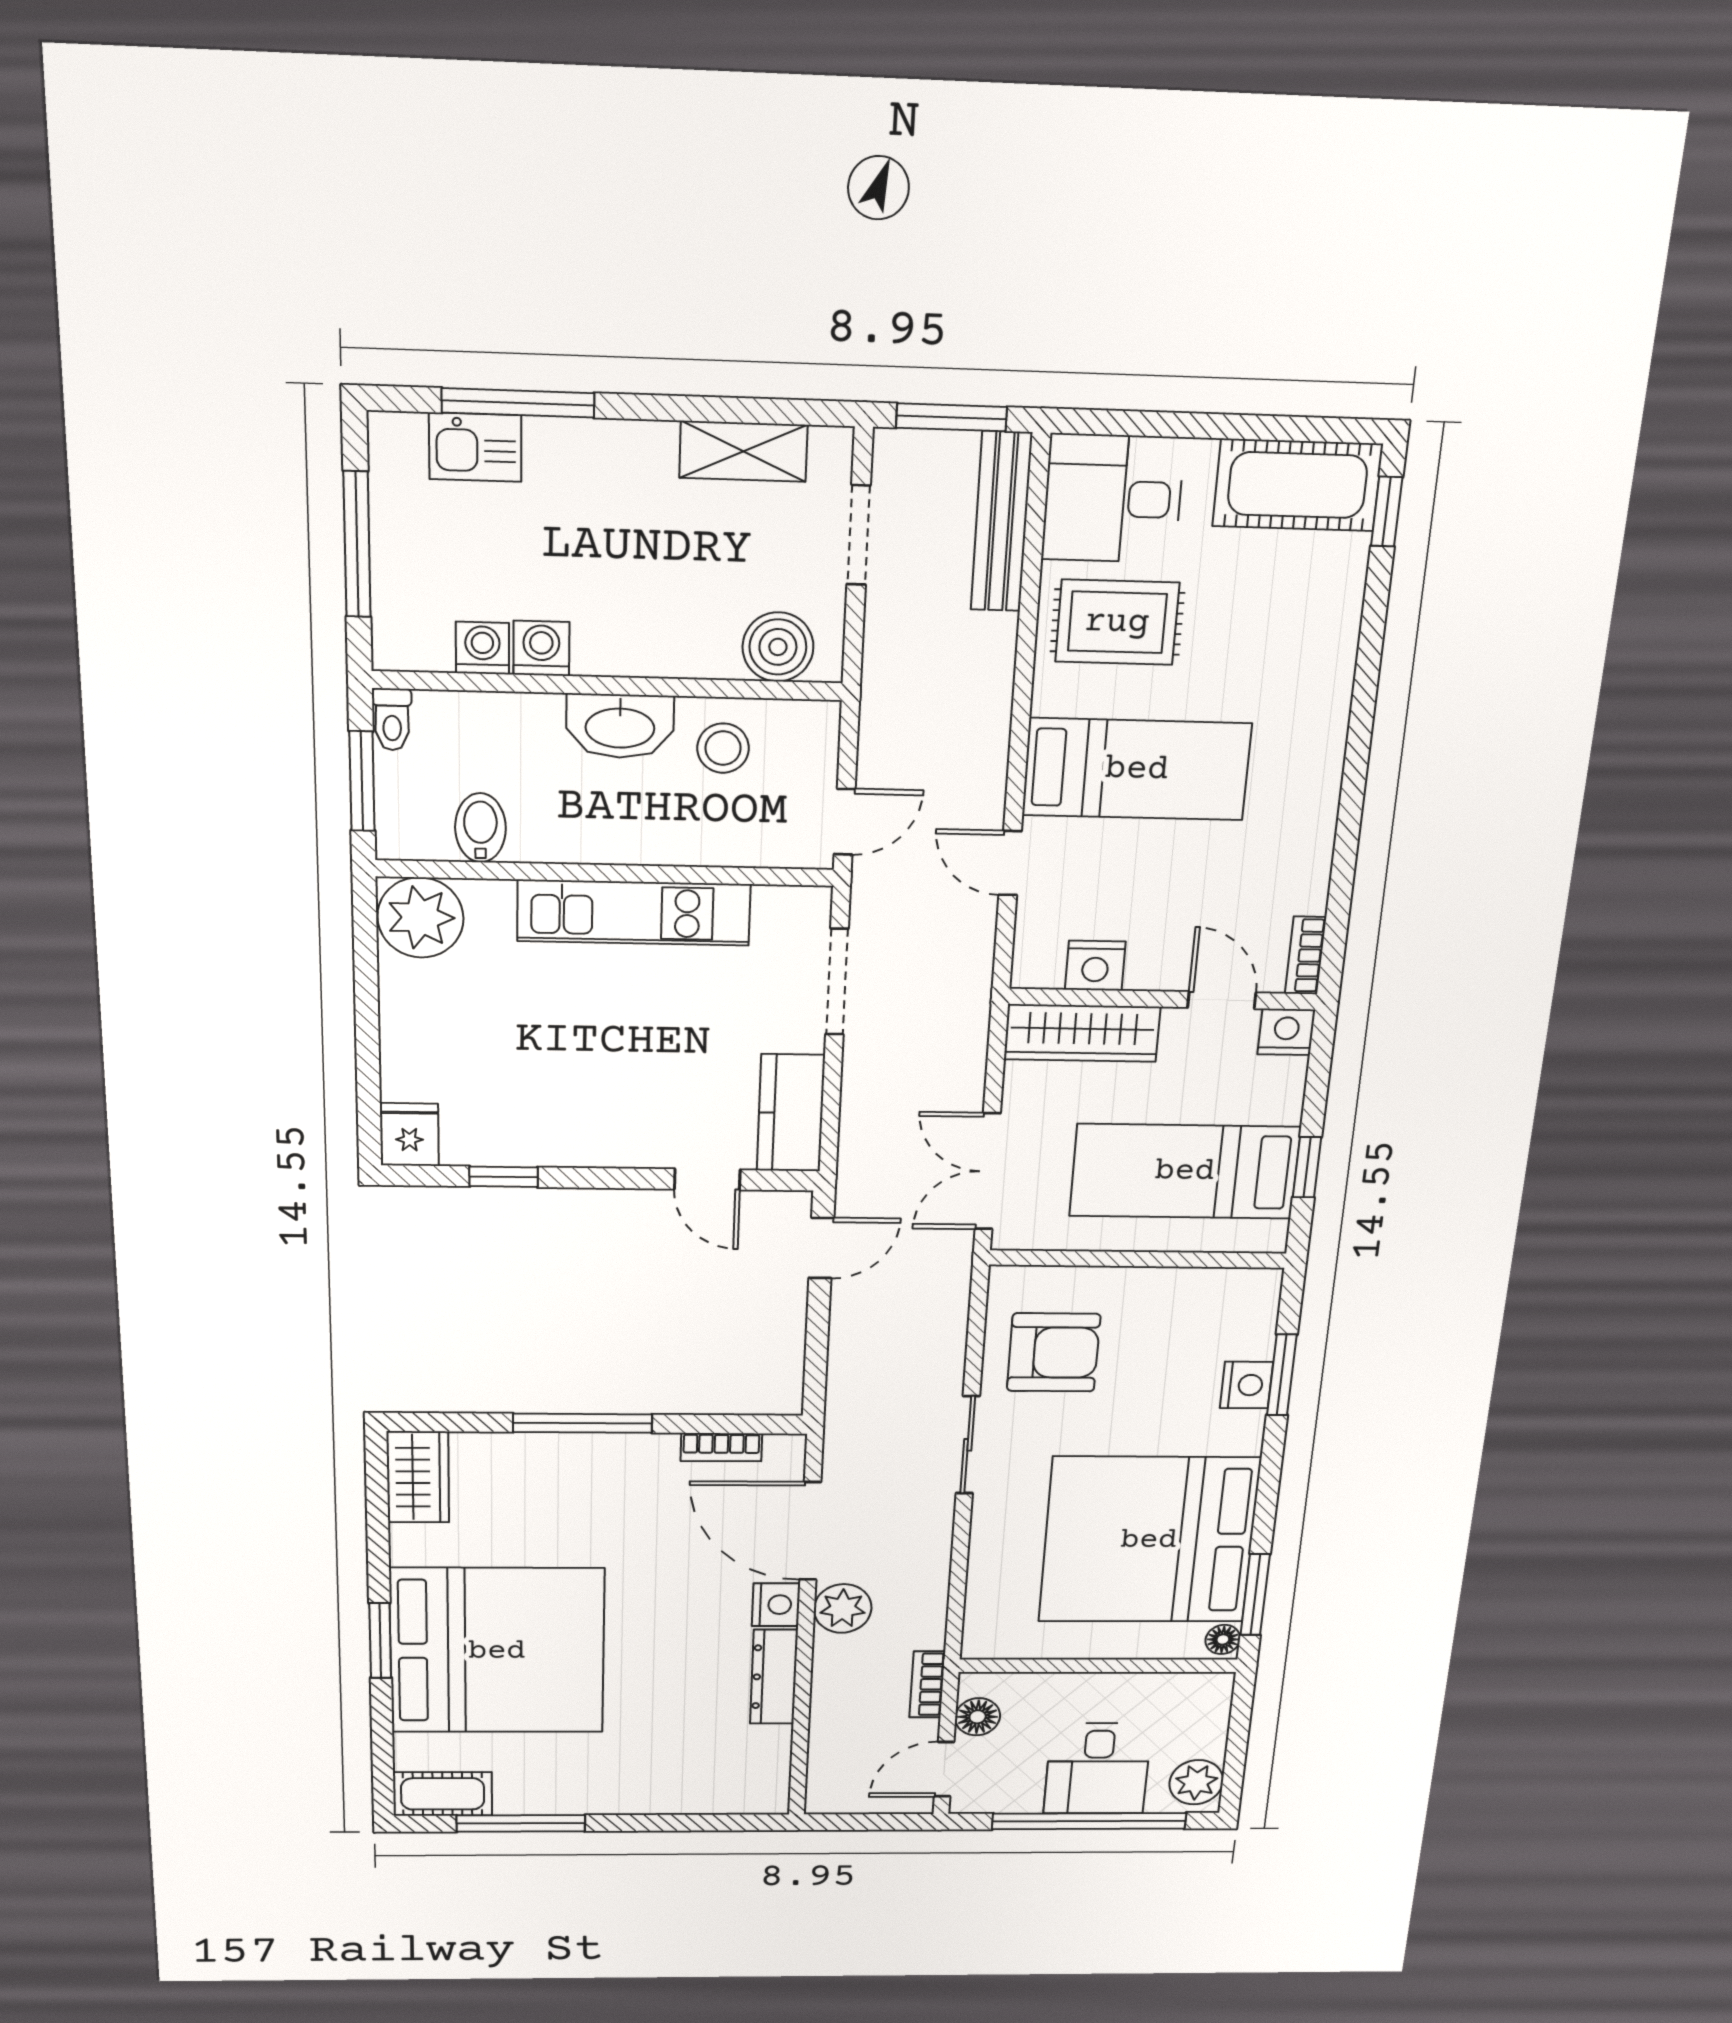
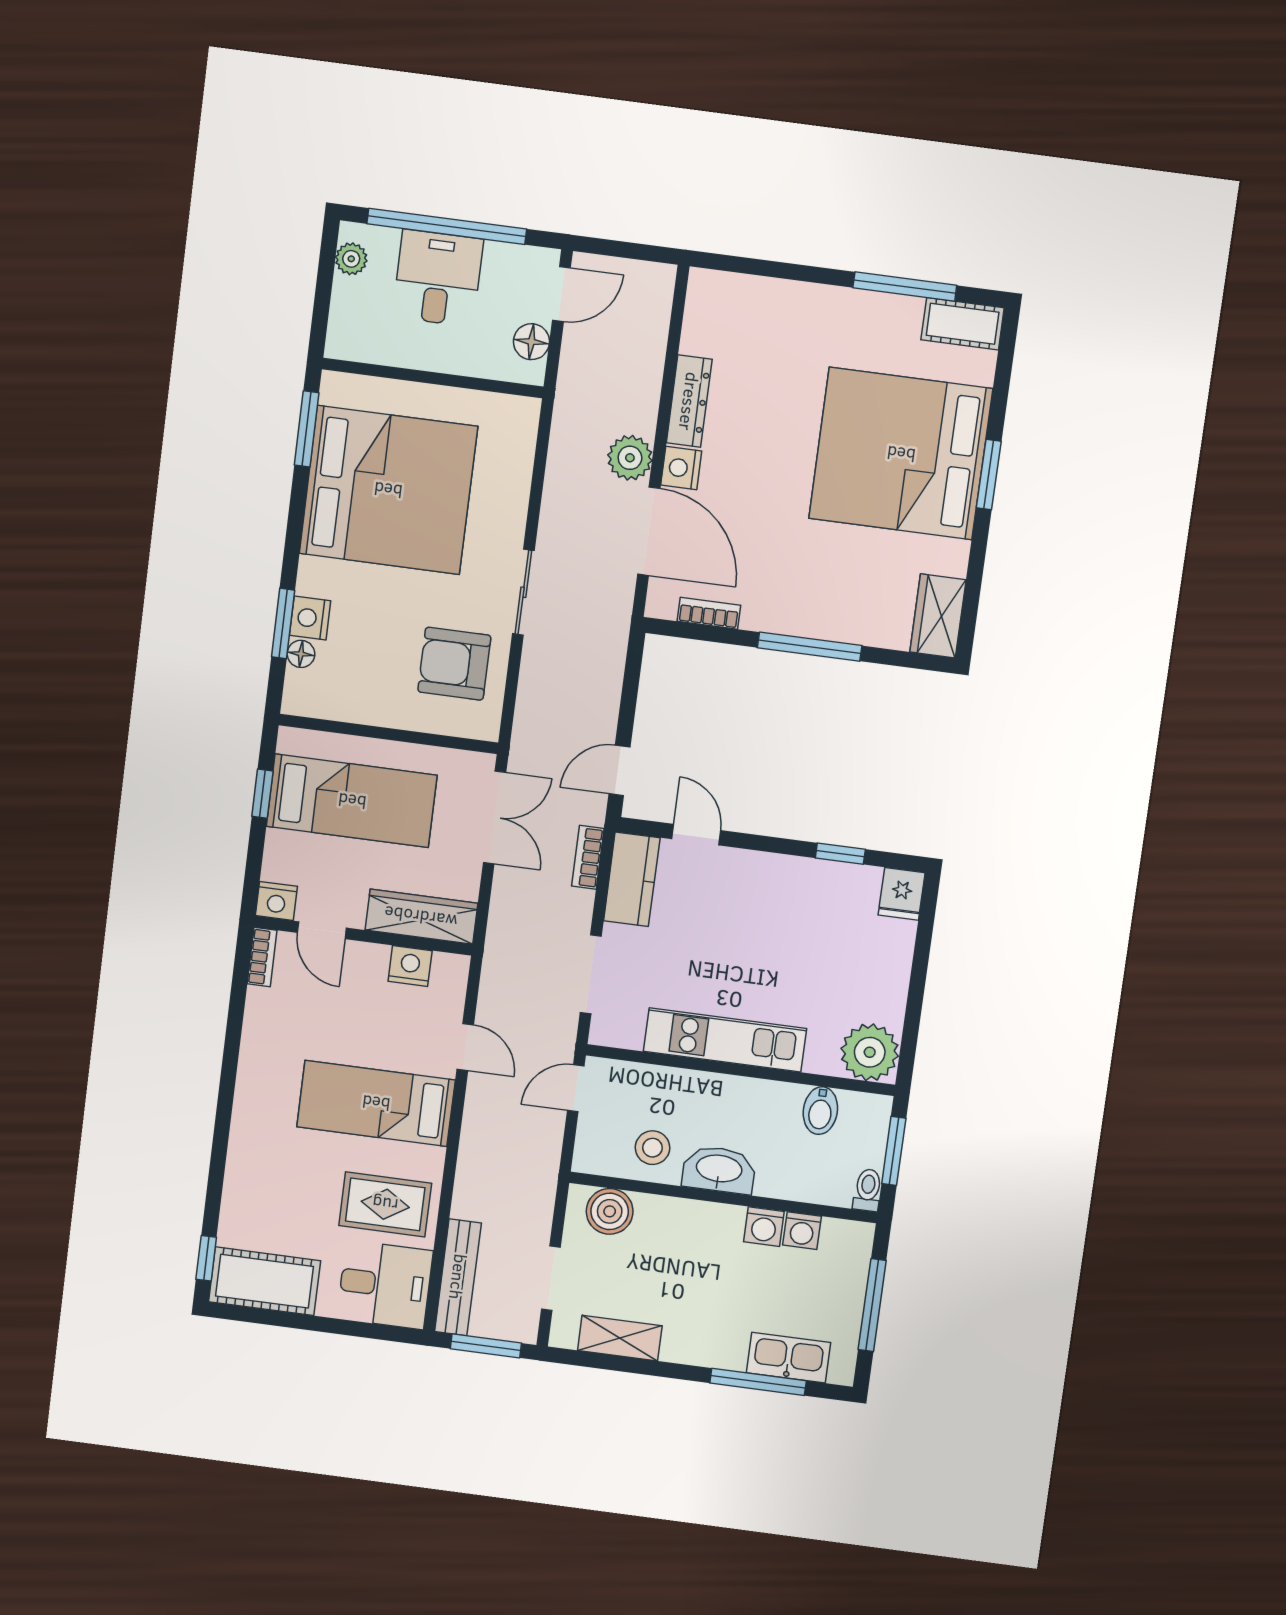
kitchen sink: (475, 447) -> (789, 1358), width x1.38
floor lamp: (1223, 1639) -> (301, 654), moved
bookcase: (927, 1684) -> (588, 857), moved, turned 180
plant: (1196, 1782) -> (351, 259), width x0.73, depth x0.73

